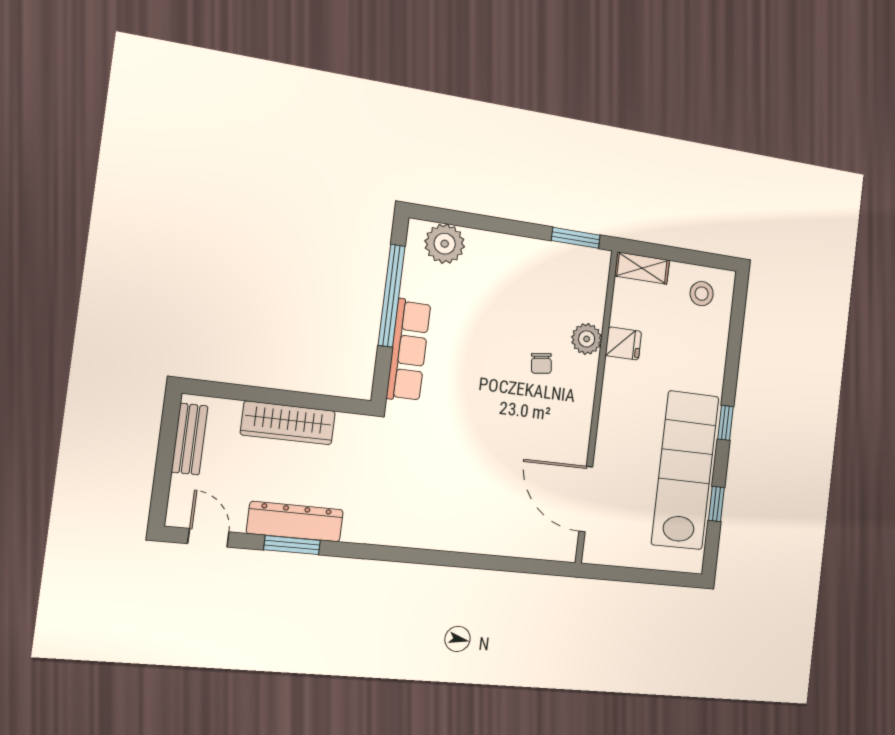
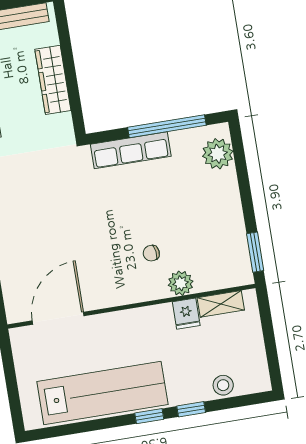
shelving: (642, 268) -> (221, 304), moved, turned 90
stool: (702, 294) -> (223, 385), moved
window: (716, 504) -> (191, 409), moved

